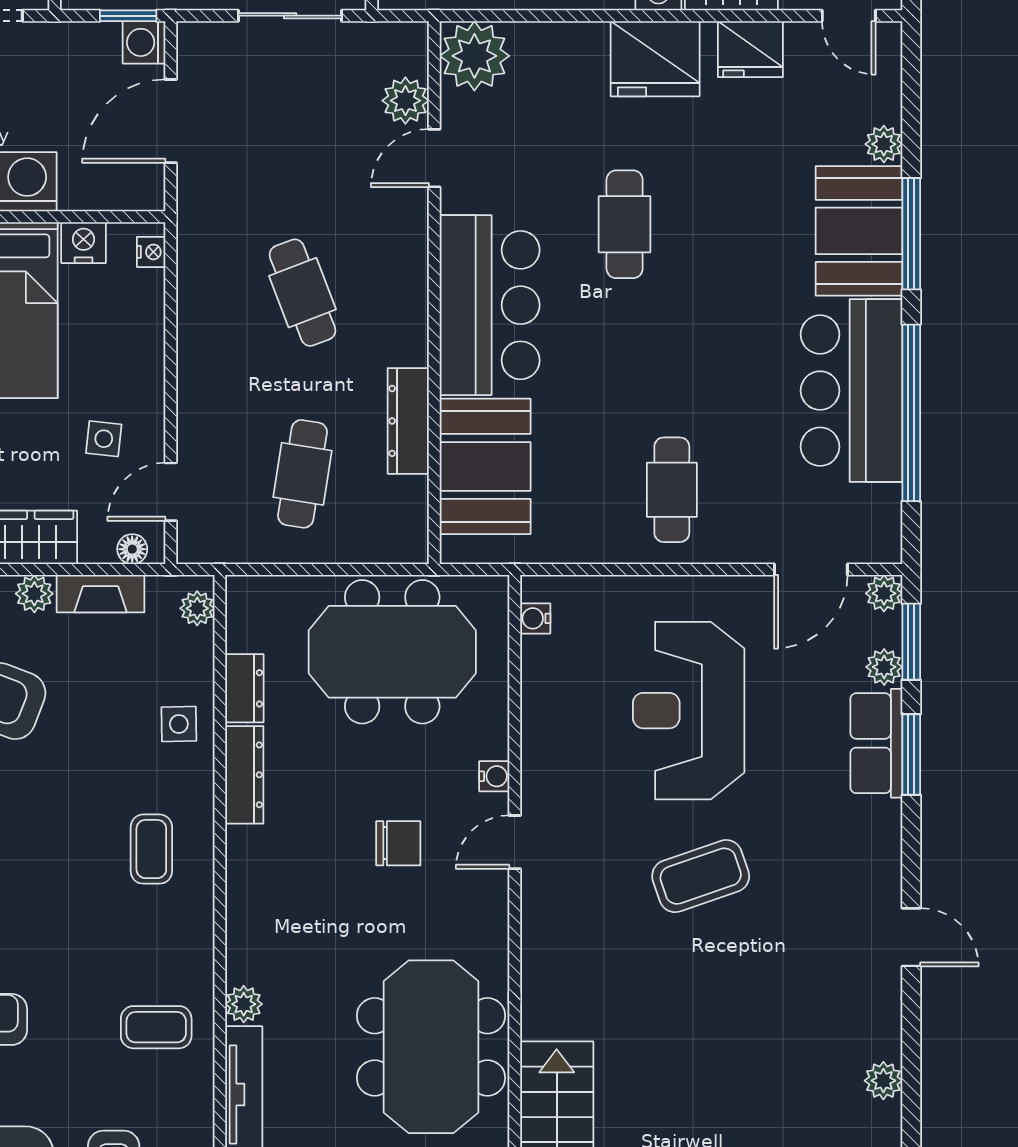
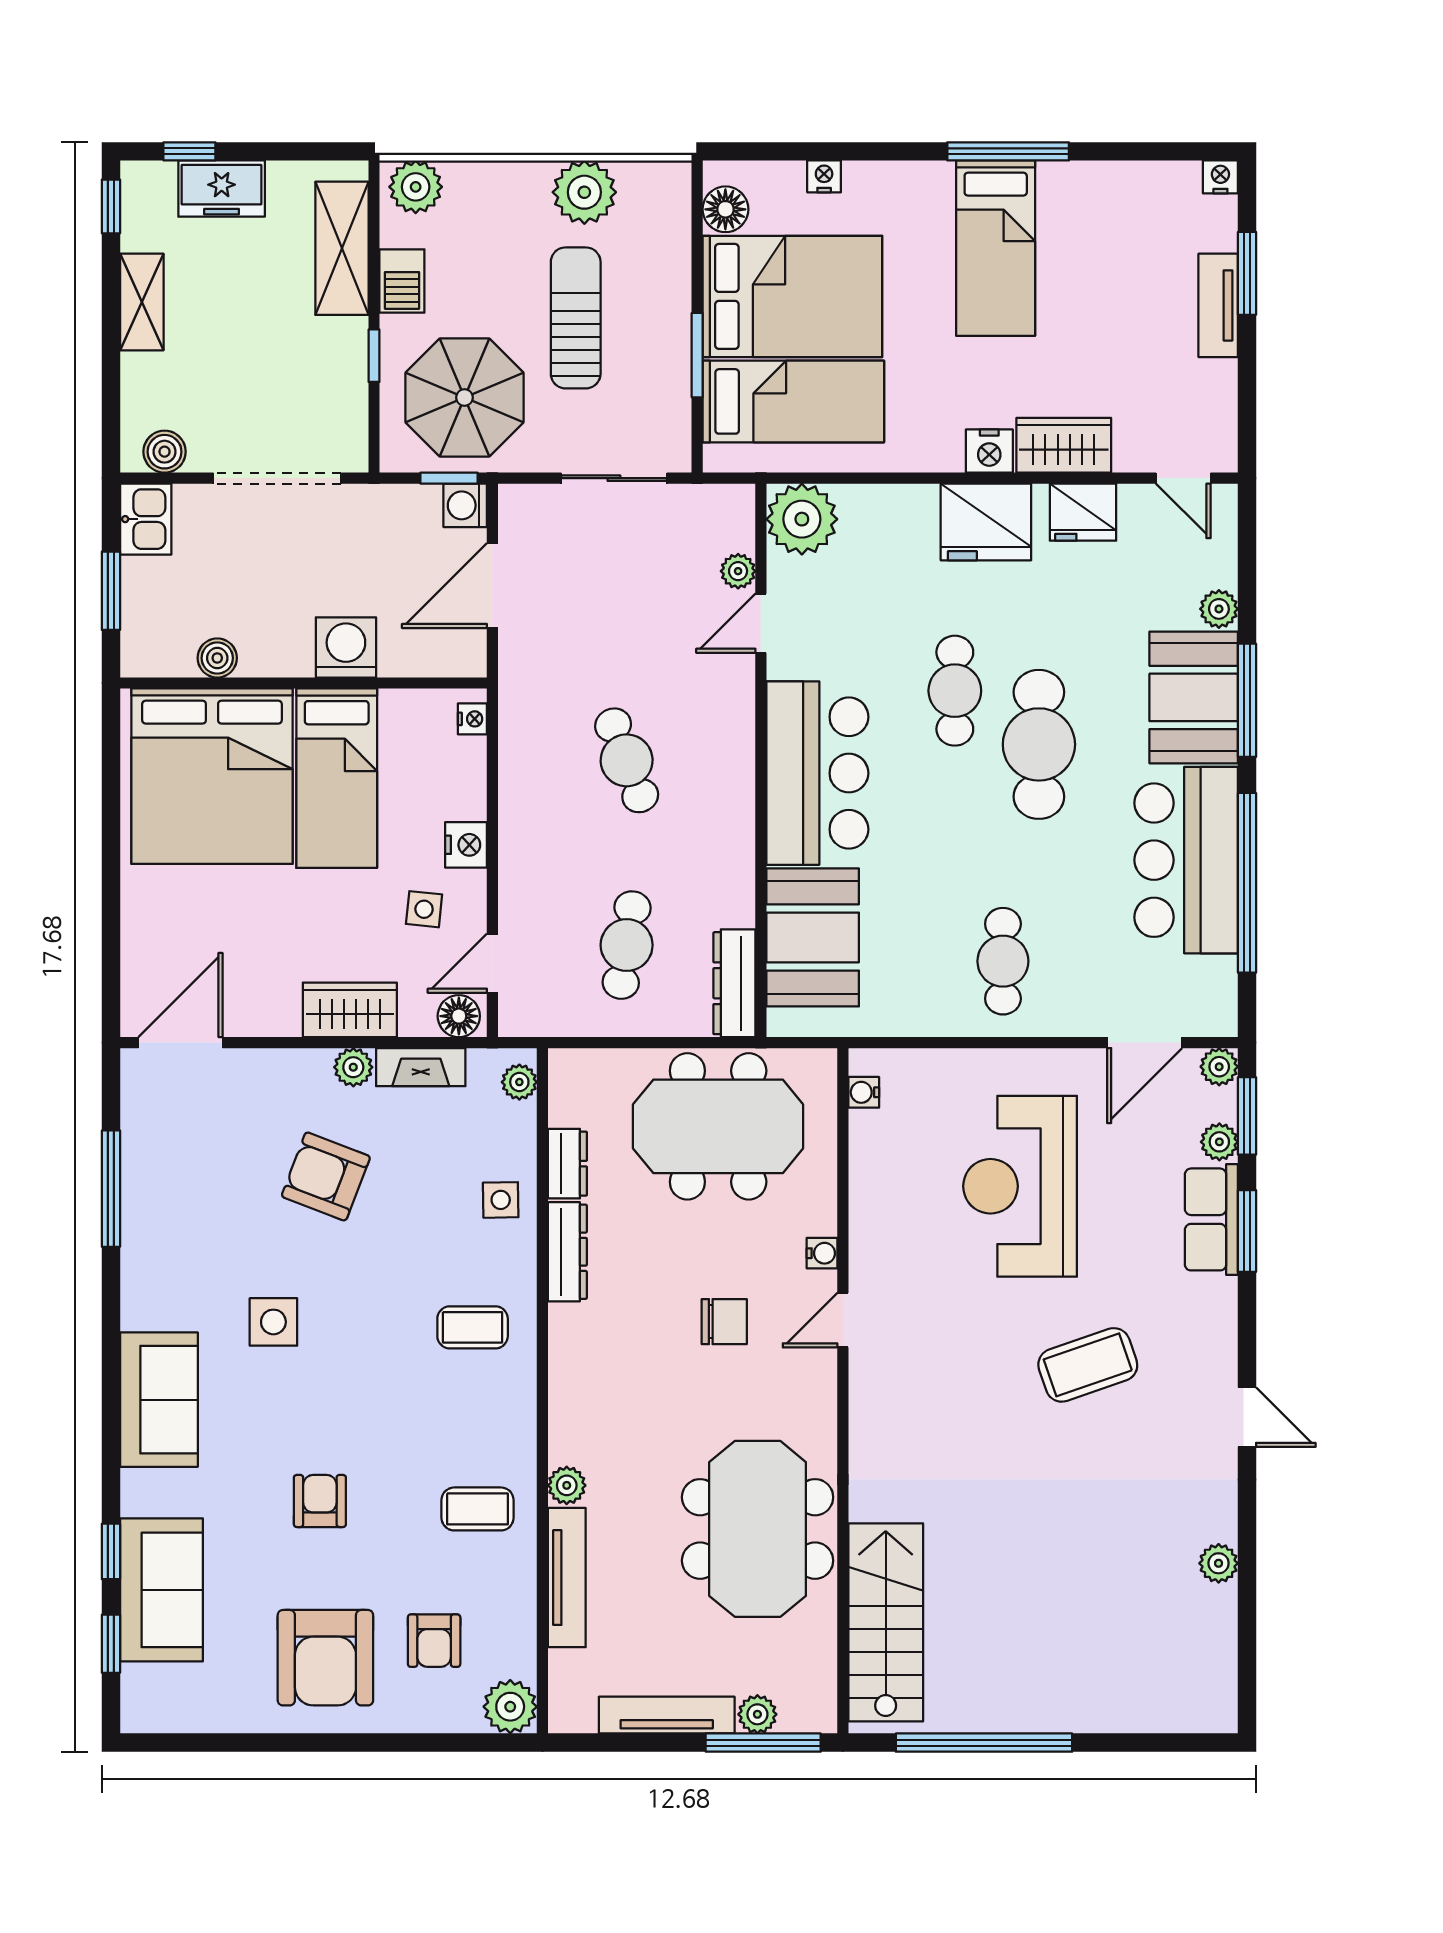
plant: (405, 101) -> (738, 571), width x0.73, depth x0.73
nightstand: (83, 243) -> (466, 845), moved, turned 90
cafe table: (707, 277) -> (1039, 744), added
dresser: (408, 421) -> (734, 983), moved
floor lamp: (132, 549) -> (459, 1016), width x1.37, depth x1.37
coffee table: (151, 849) -> (473, 1327), turned 90
coffee table: (701, 876) -> (1088, 1365), moved

